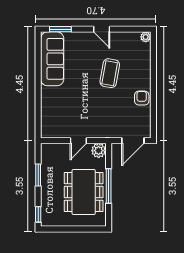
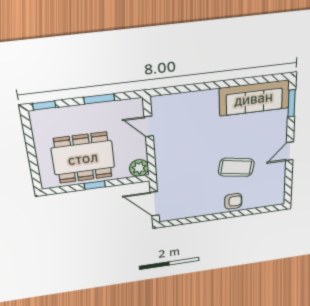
plant: (146, 37) -> (279, 200), removed
armchair: (142, 98) -> (233, 201), moved
door: (78, 141) -> (149, 126), moved
window: (109, 186) -> (95, 185), width x0.46

